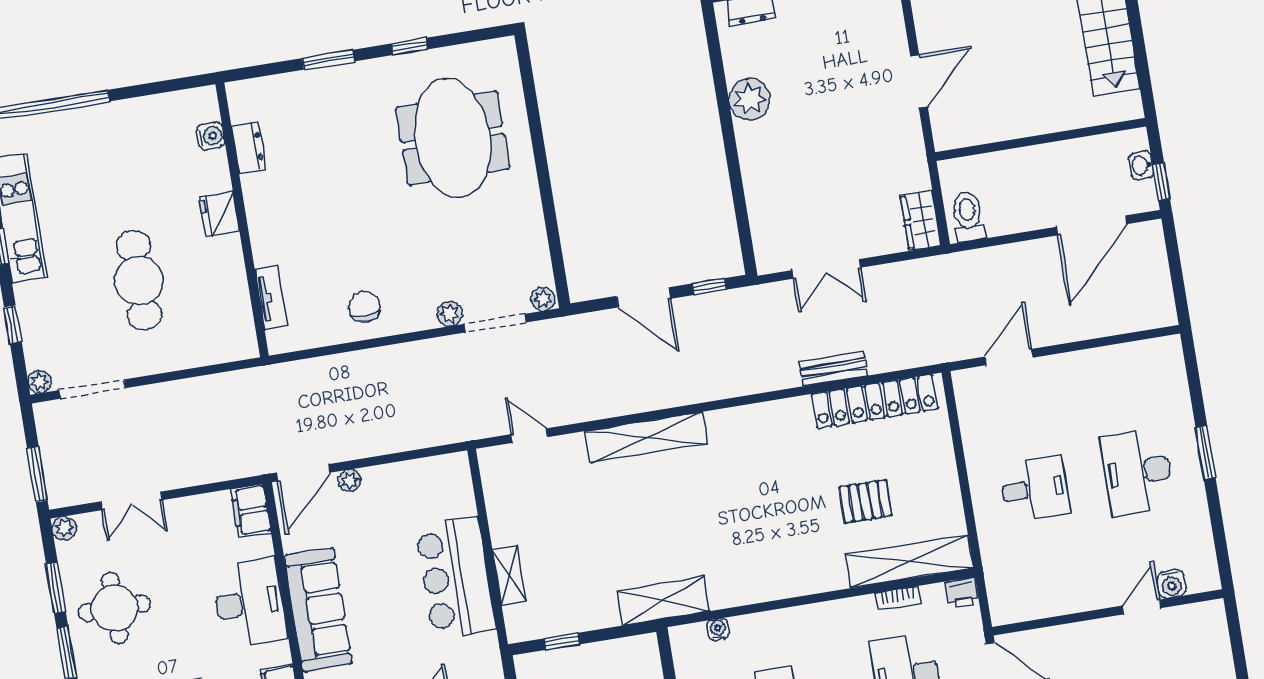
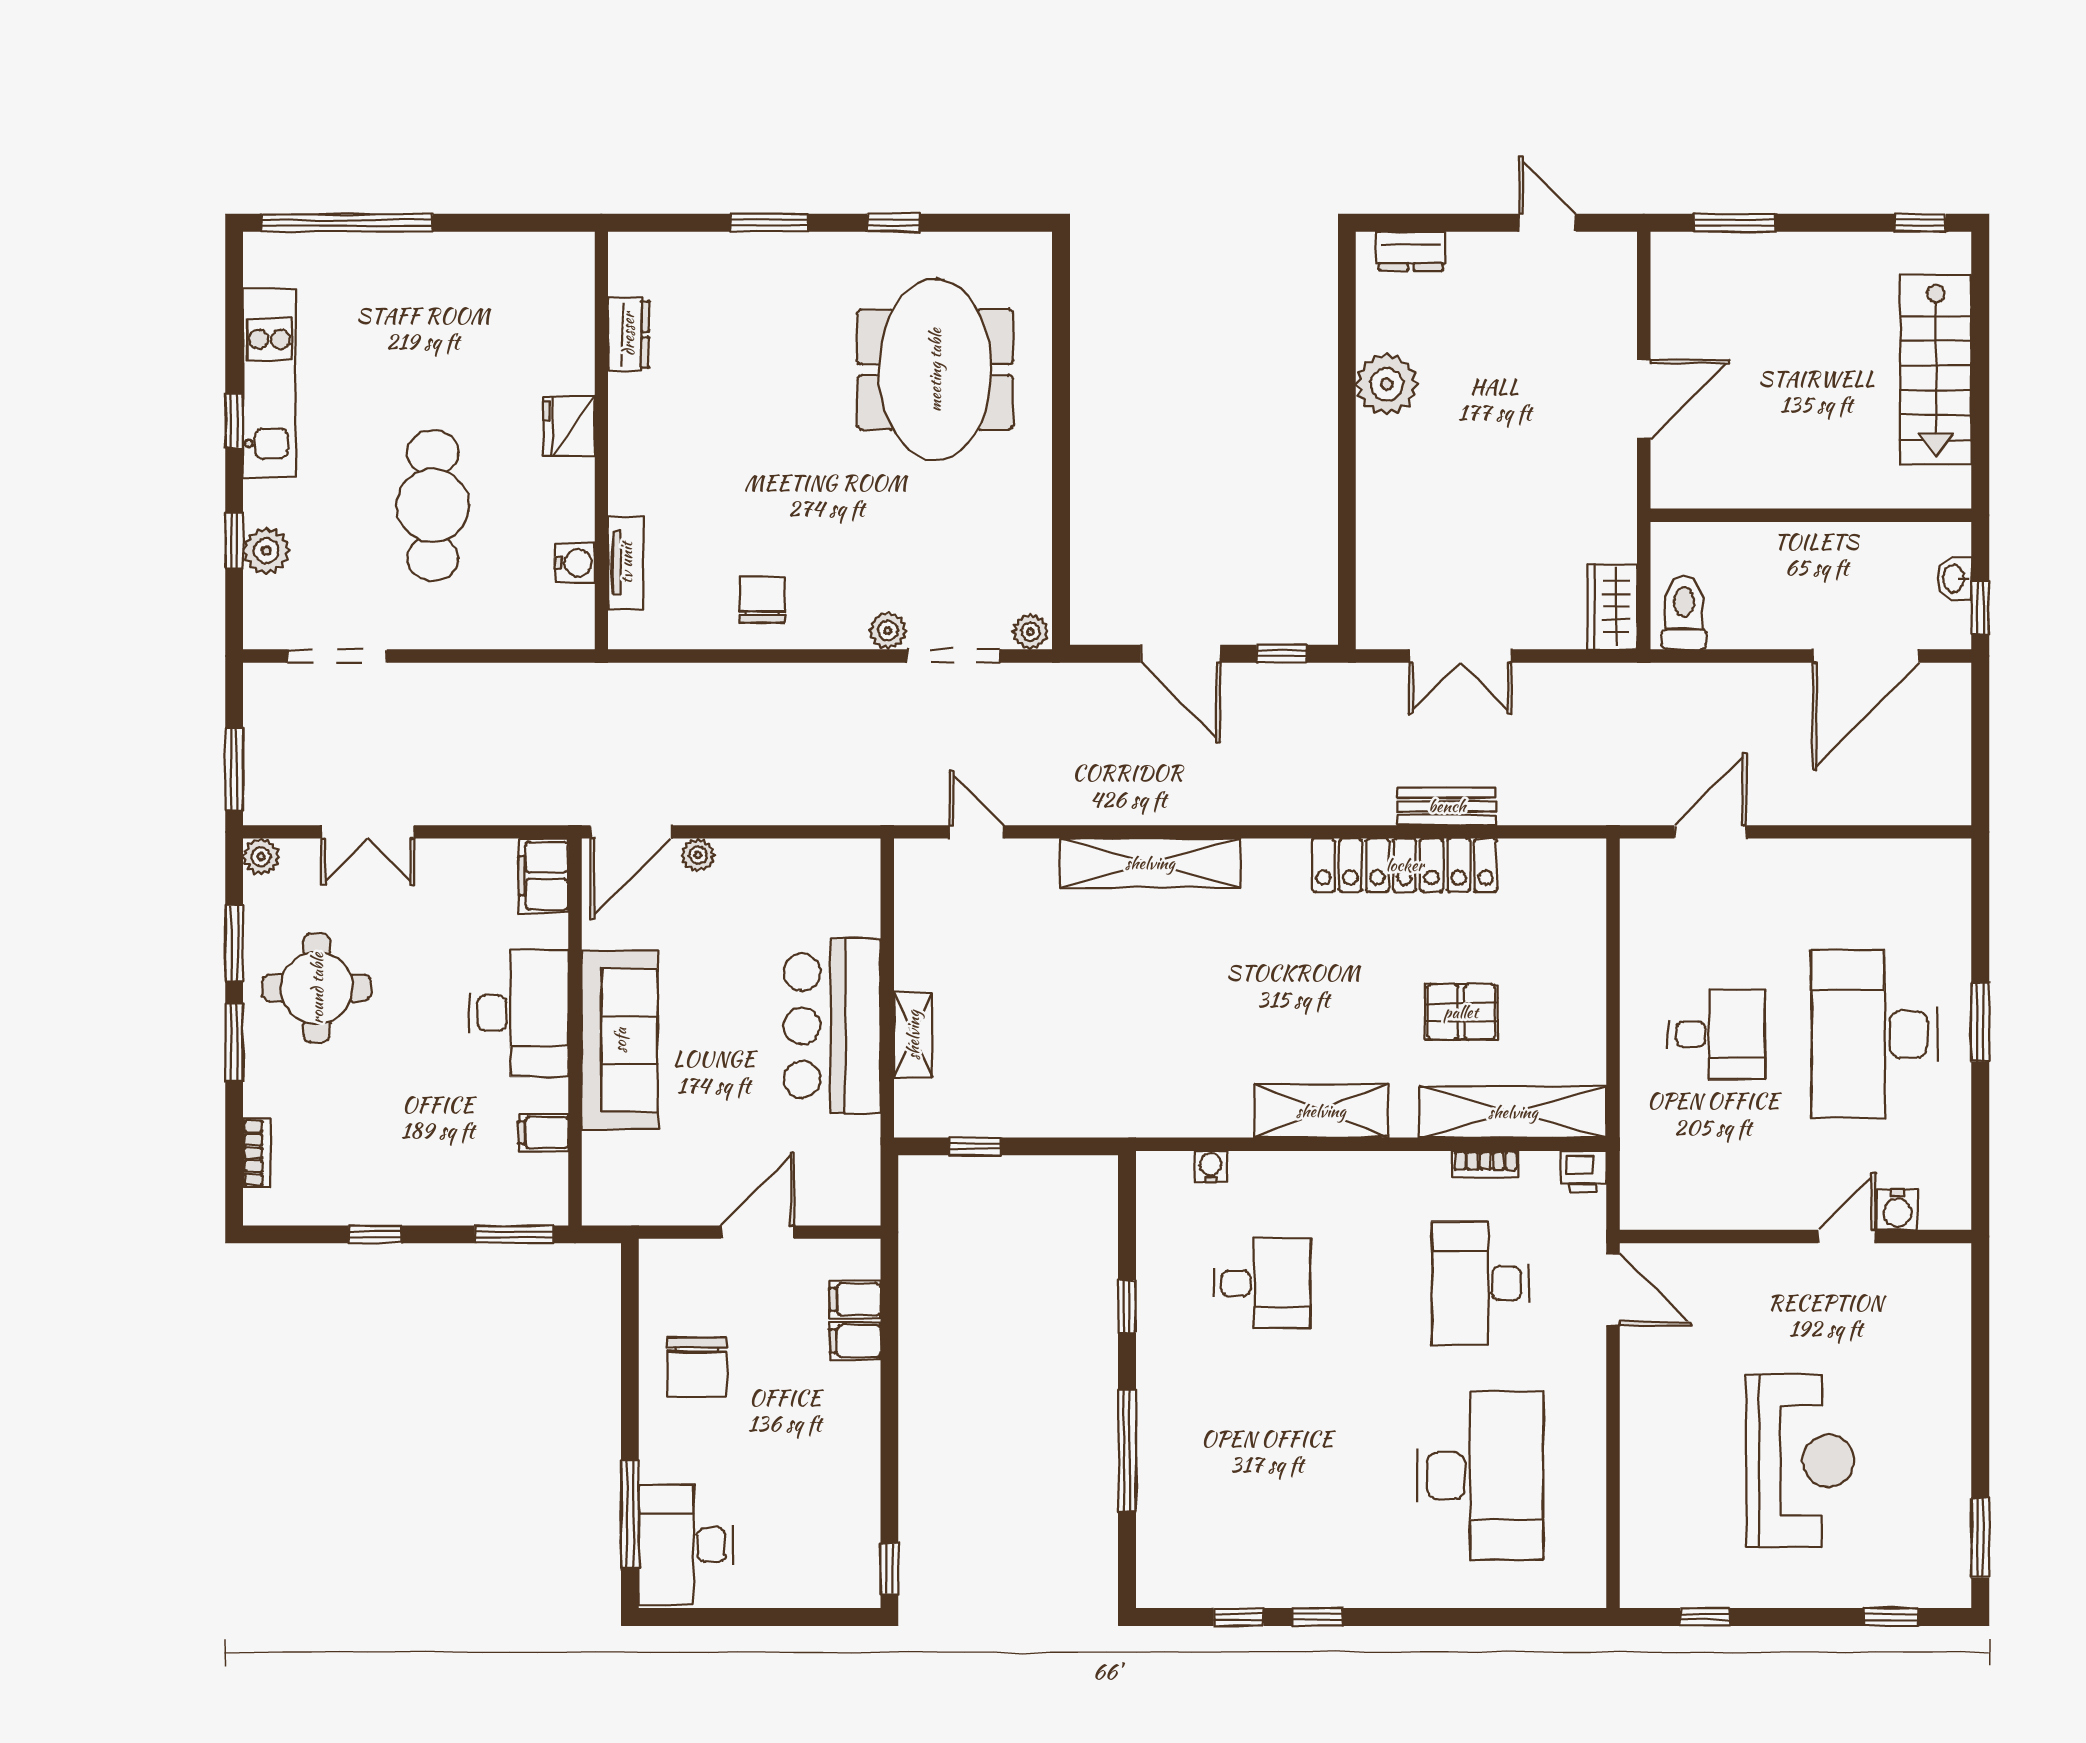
water cooler: (211, 136) -> (575, 563), moved
plant: (39, 382) -> (266, 551), moved, width x1.38, depth x1.38
locker: (875, 401) -> (1405, 865), moved
desk: (1138, 472) -> (1874, 1034), width x1.36, depth x1.30
shelving: (664, 601) -> (1321, 1111), moved

